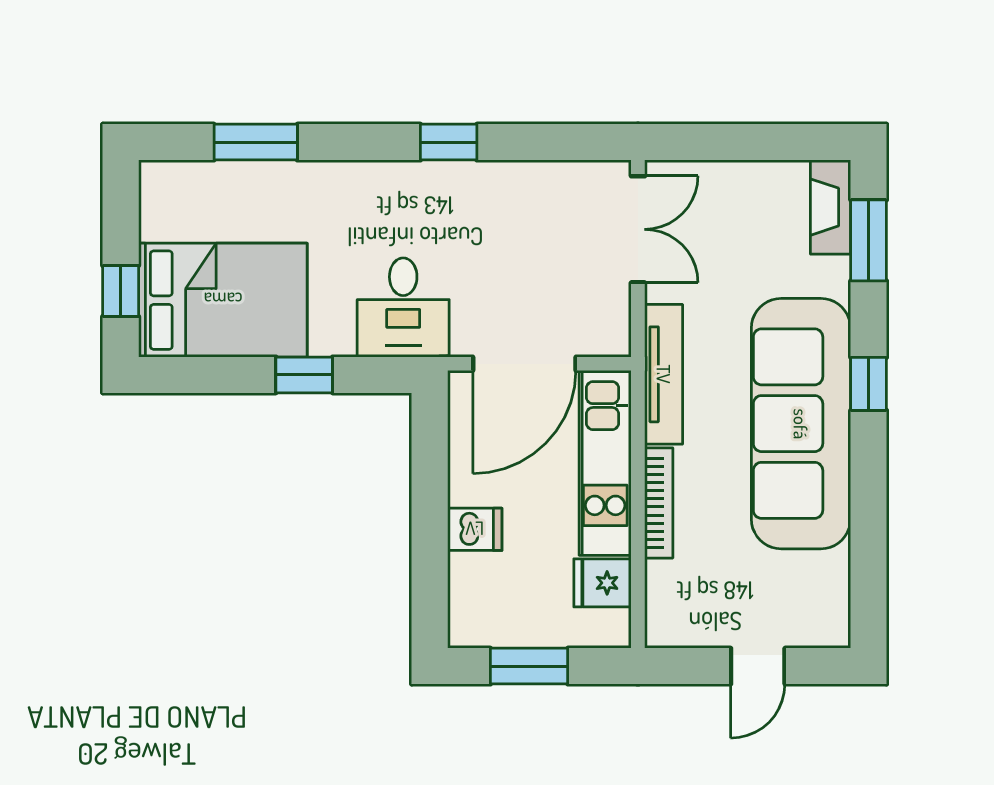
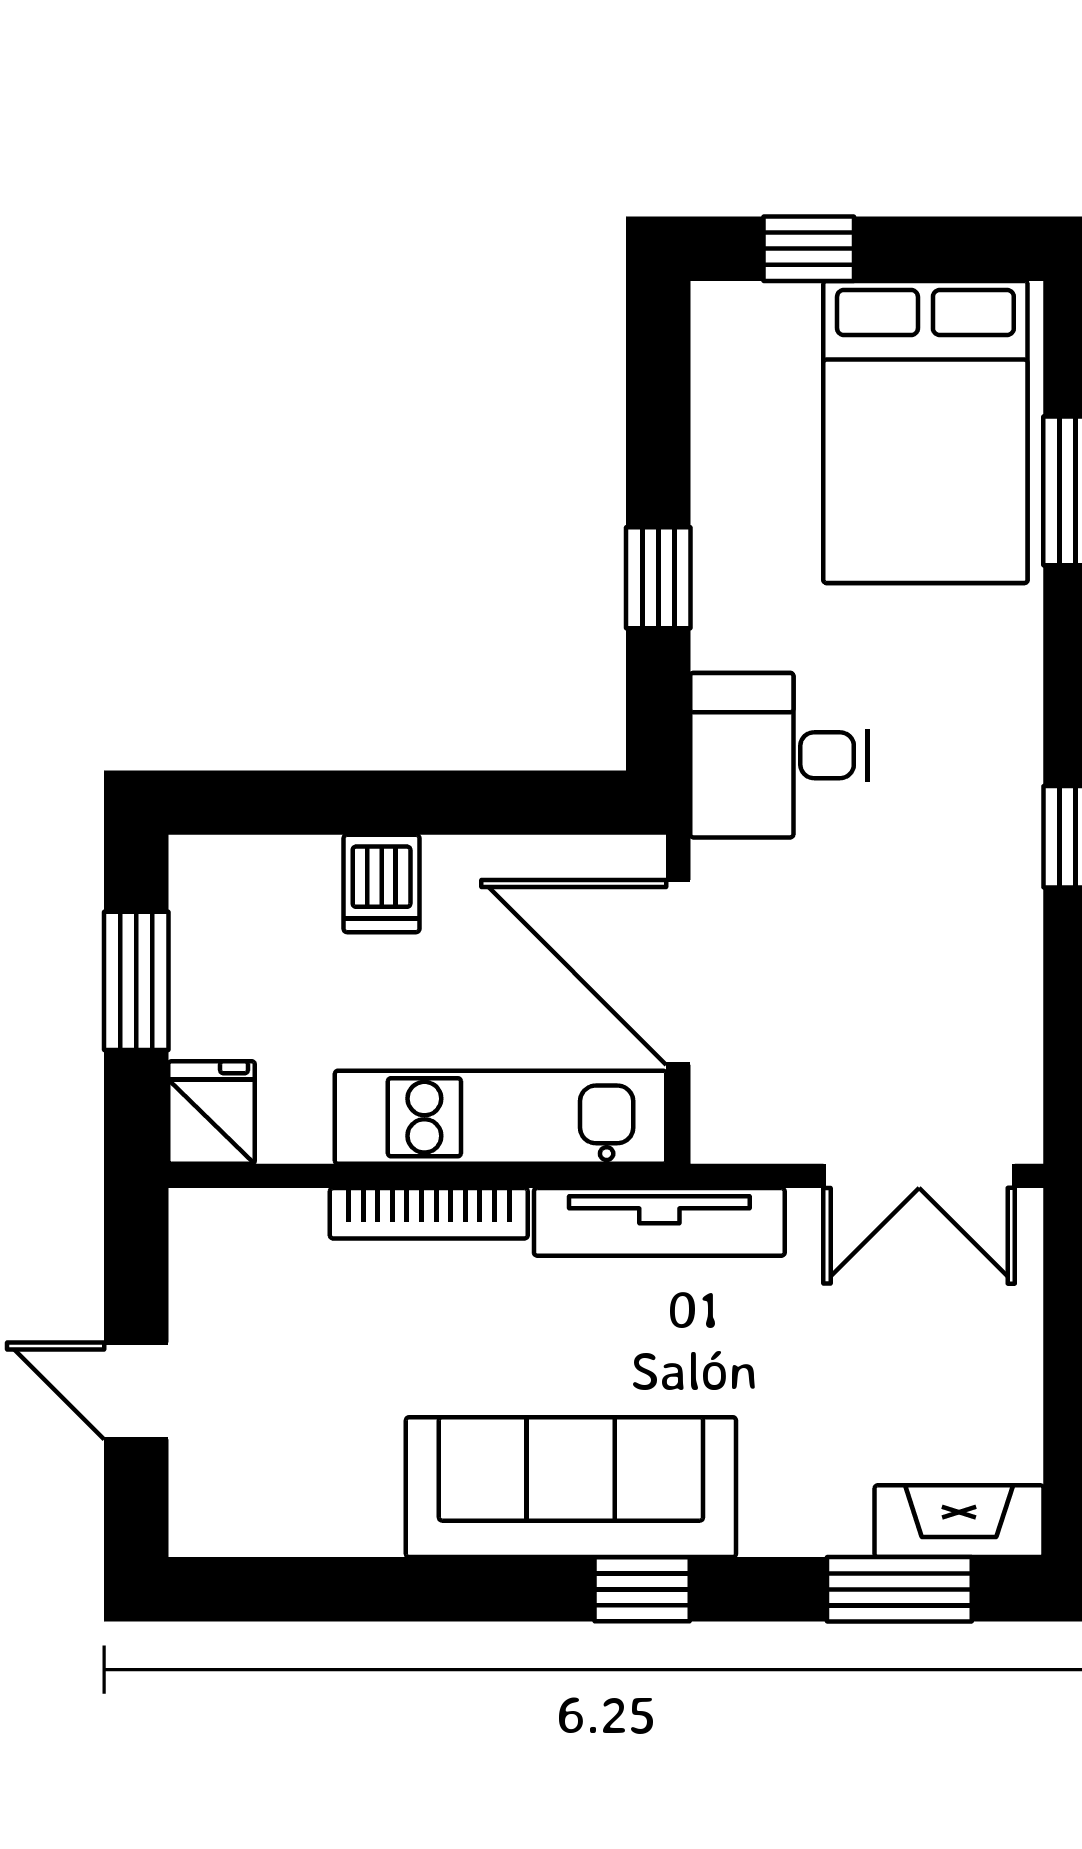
bed: (223, 300) -> (925, 432), moved
sofa: (801, 424) -> (571, 1487), width x0.74, depth x0.79
fridge: (602, 583) -> (212, 1112), moved

